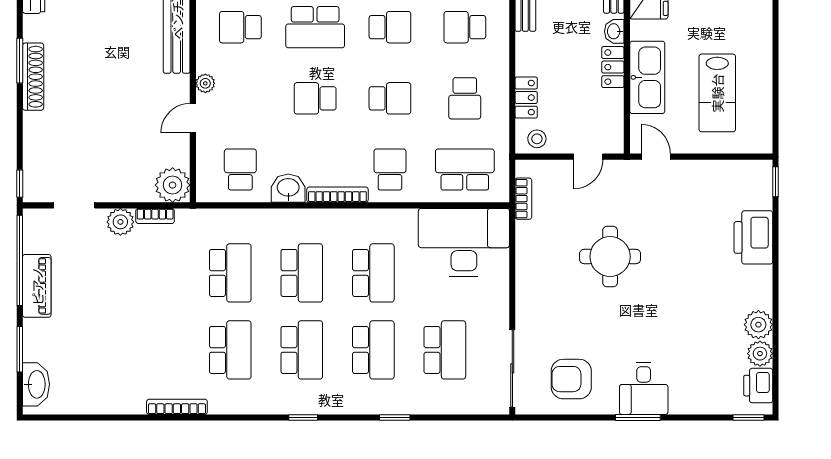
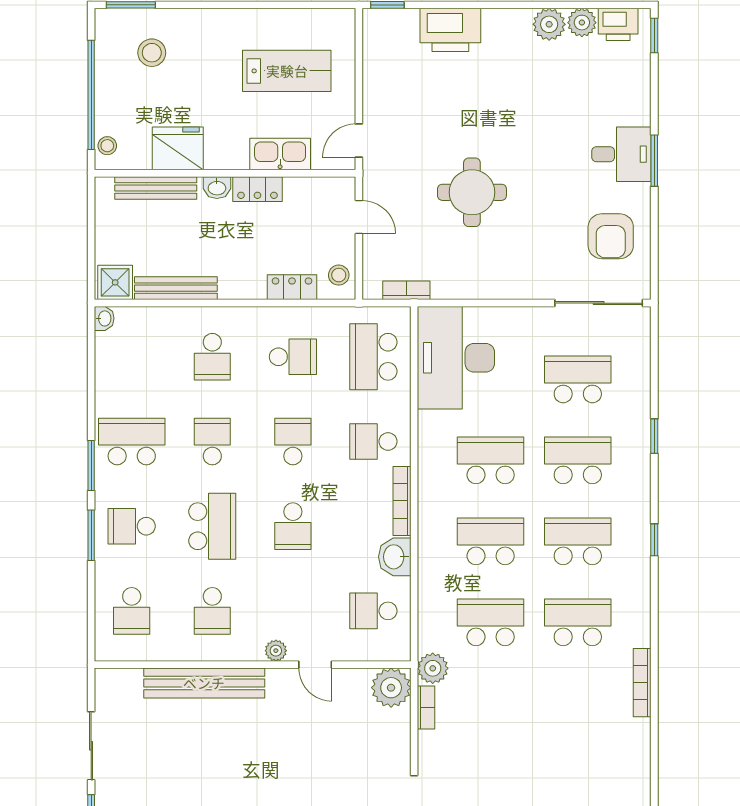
kitchen sink: (647, 77) -> (280, 154), width x0.73, depth x0.81
plant: (120, 222) -> (433, 668), moved

